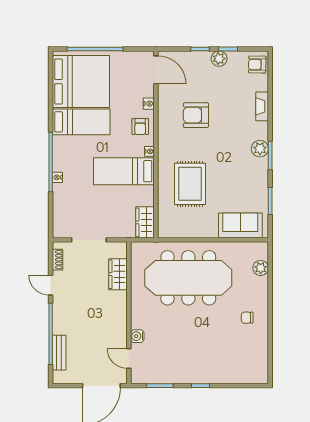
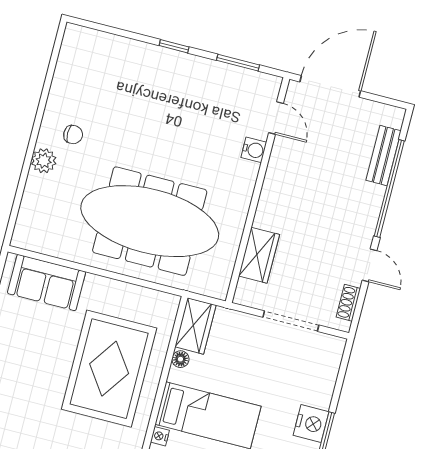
nightstand: (57, 177) -> (311, 424), width x1.89, depth x1.79
rug: (190, 184) -> (109, 369), width x1.37, depth x1.44
floor lamp: (149, 200) -> (180, 359), added
plant: (261, 268) -> (44, 161), moved

